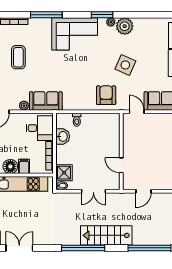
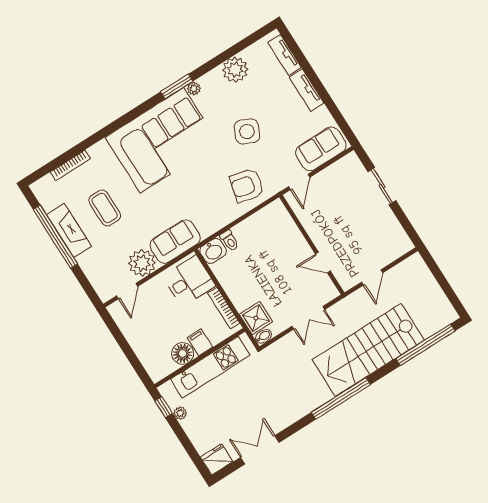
window: (46, 15) -> (106, 131), removed
plant: (125, 26) -> (235, 70), moved
corner sofa: (75, 34) -> (162, 140), width x1.36, depth x1.36
armchair: (106, 95) -> (247, 186), turned -76
plant: (24, 106) -> (142, 263), width x1.88, depth x1.88
door: (137, 112) -> (299, 182), swing flipped
washbasin: (63, 136) -> (213, 251), moved, turned 90
stairs: (106, 235) -> (368, 350), width x1.36, depth x1.51

